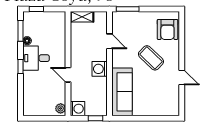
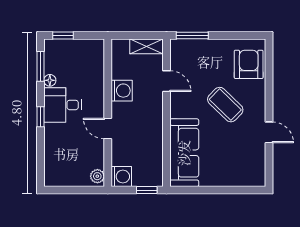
shelving: (82, 17) -> (147, 46), moved
armchair: (167, 29) -> (249, 64), turned 180
washing machine: (100, 69) -> (122, 91), moved, turned 180

